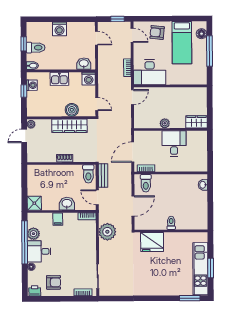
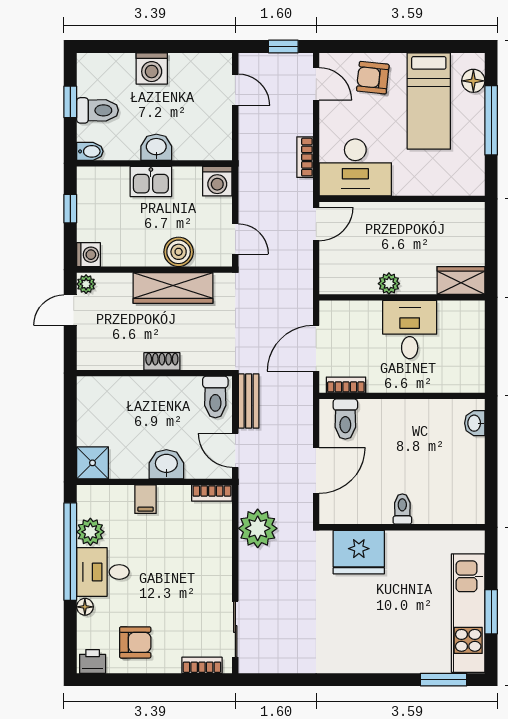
washbasin: (84, 64) -> (156, 147), moved
washing machine: (32, 85) -> (89, 255), moved

